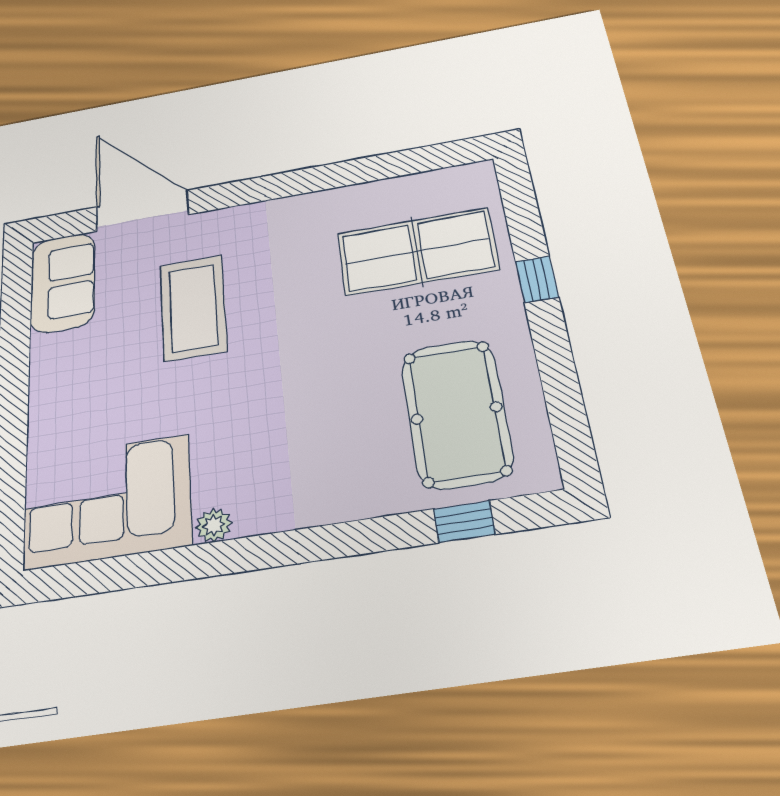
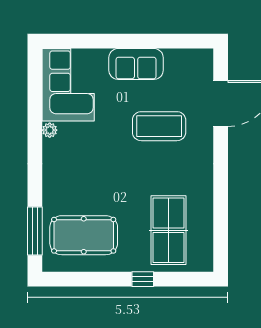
sofa: (63, 282) -> (136, 64), moved
window: (464, 522) -> (35, 231), width x2.17

